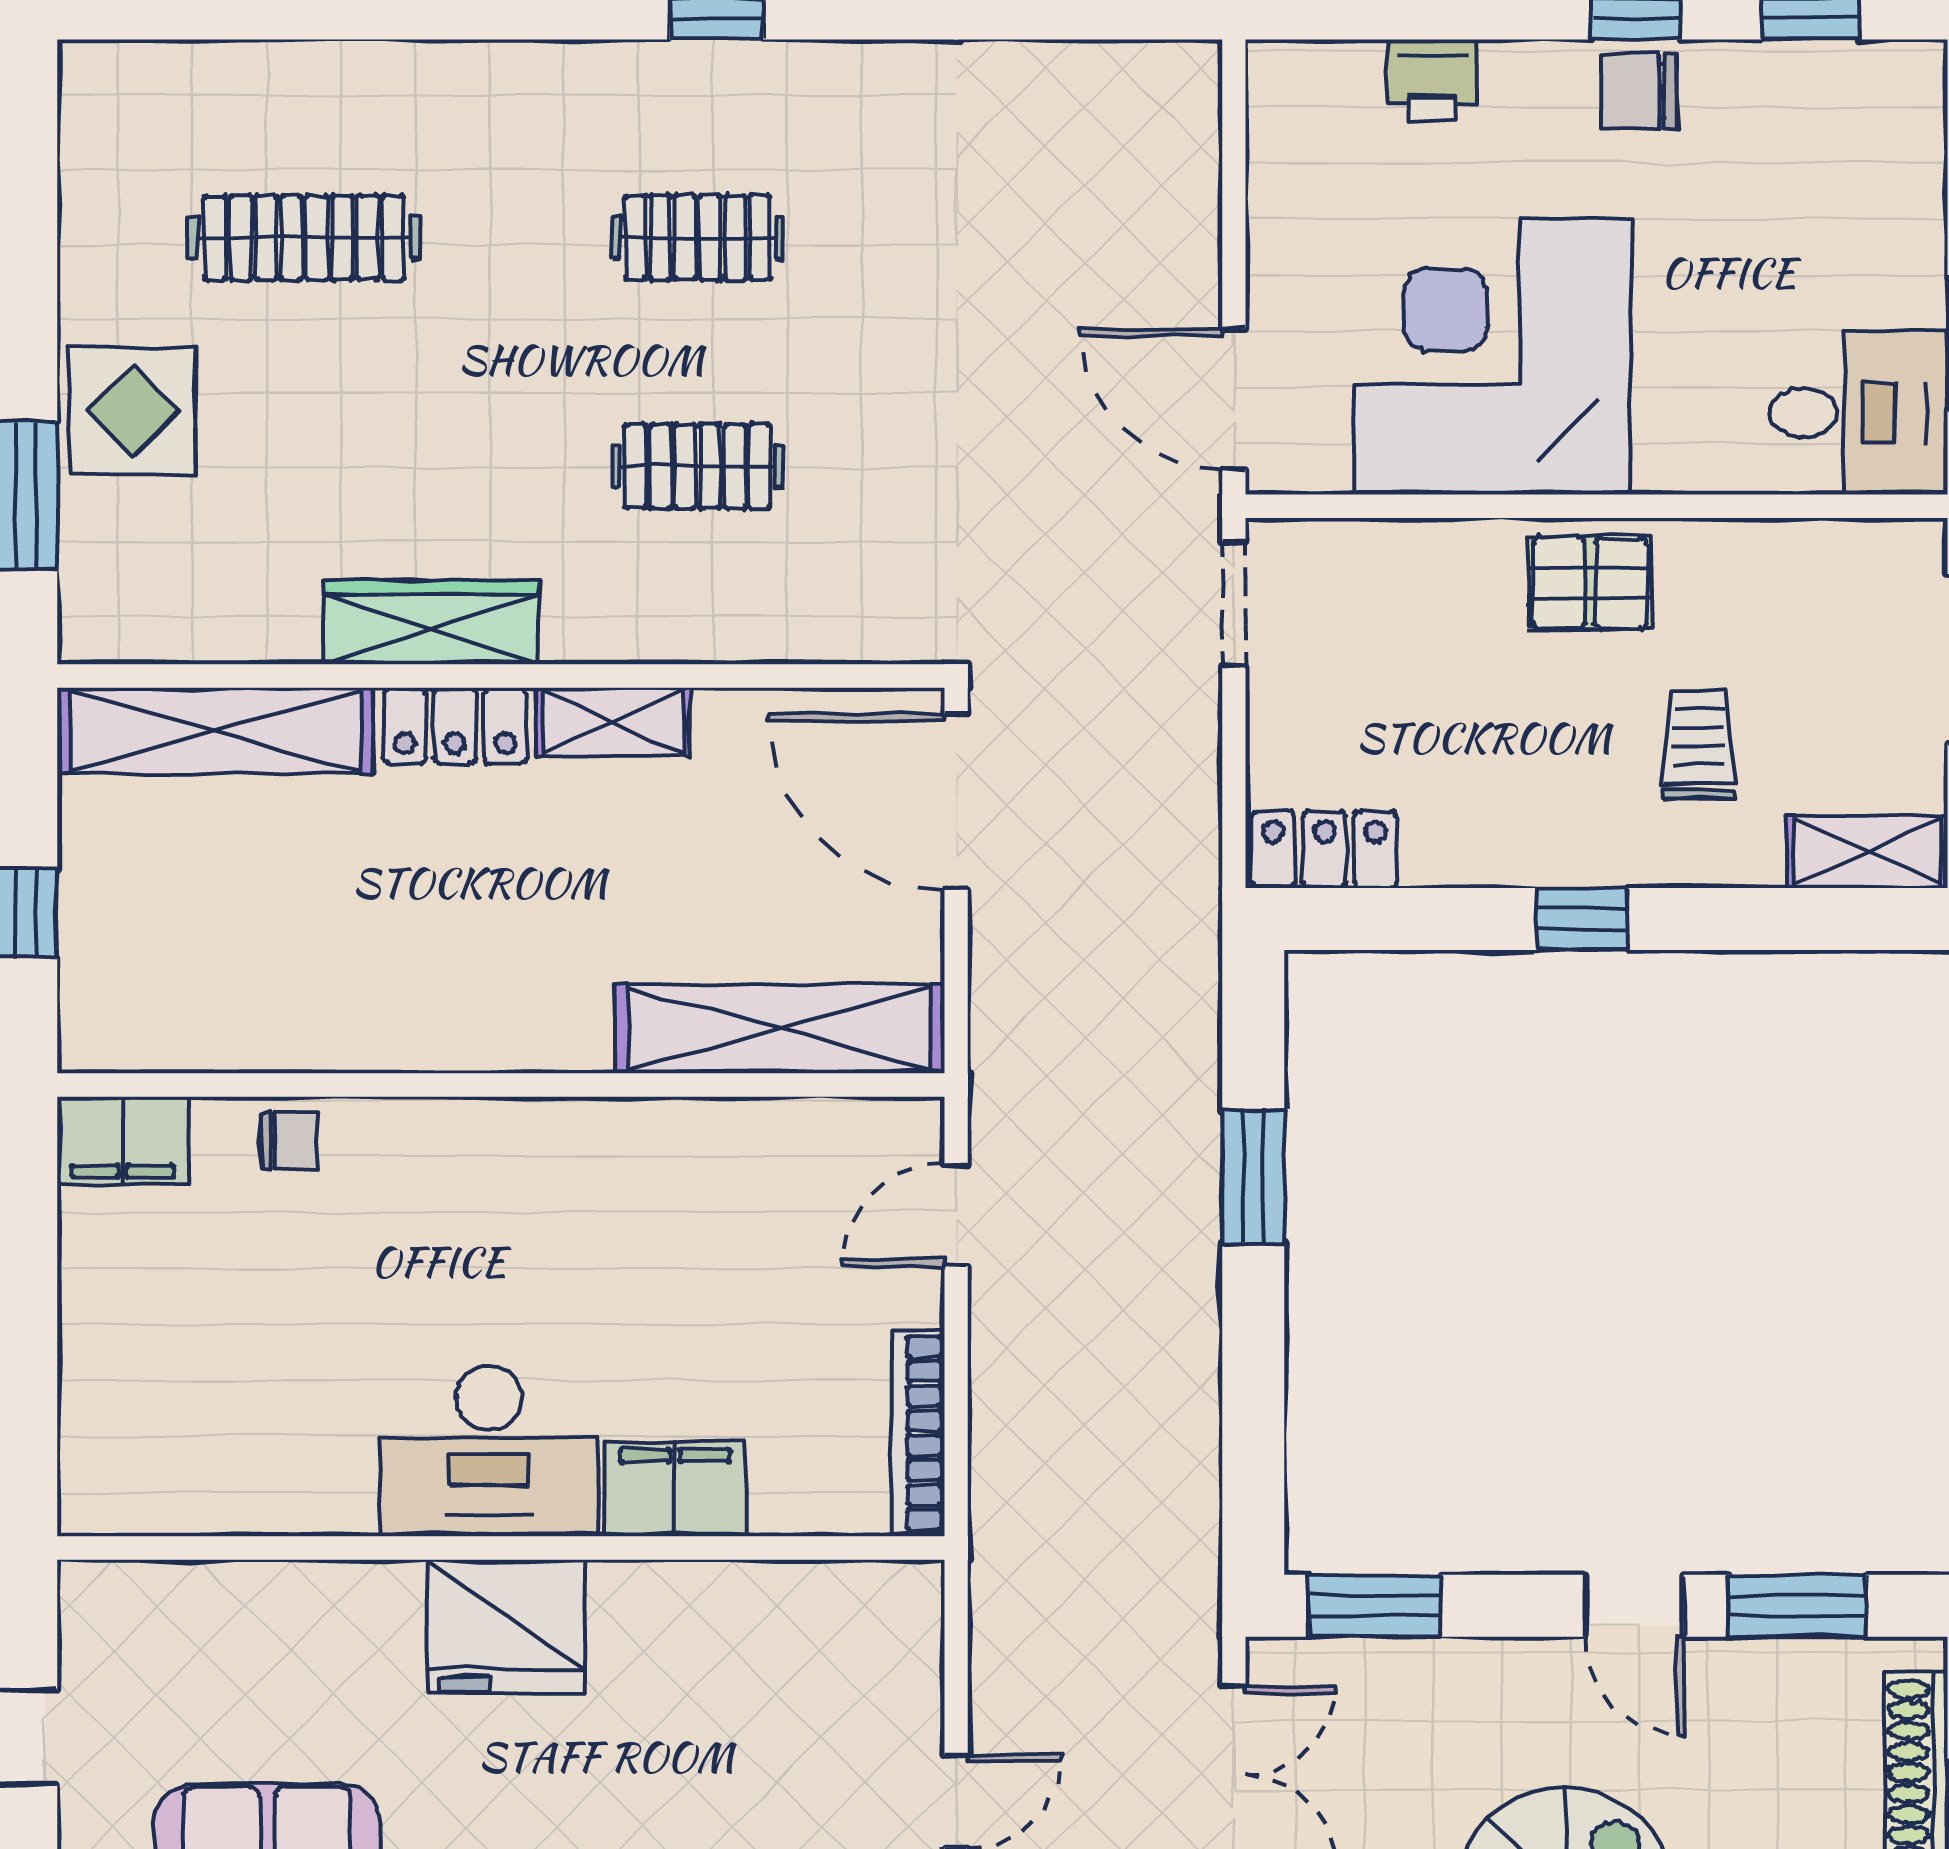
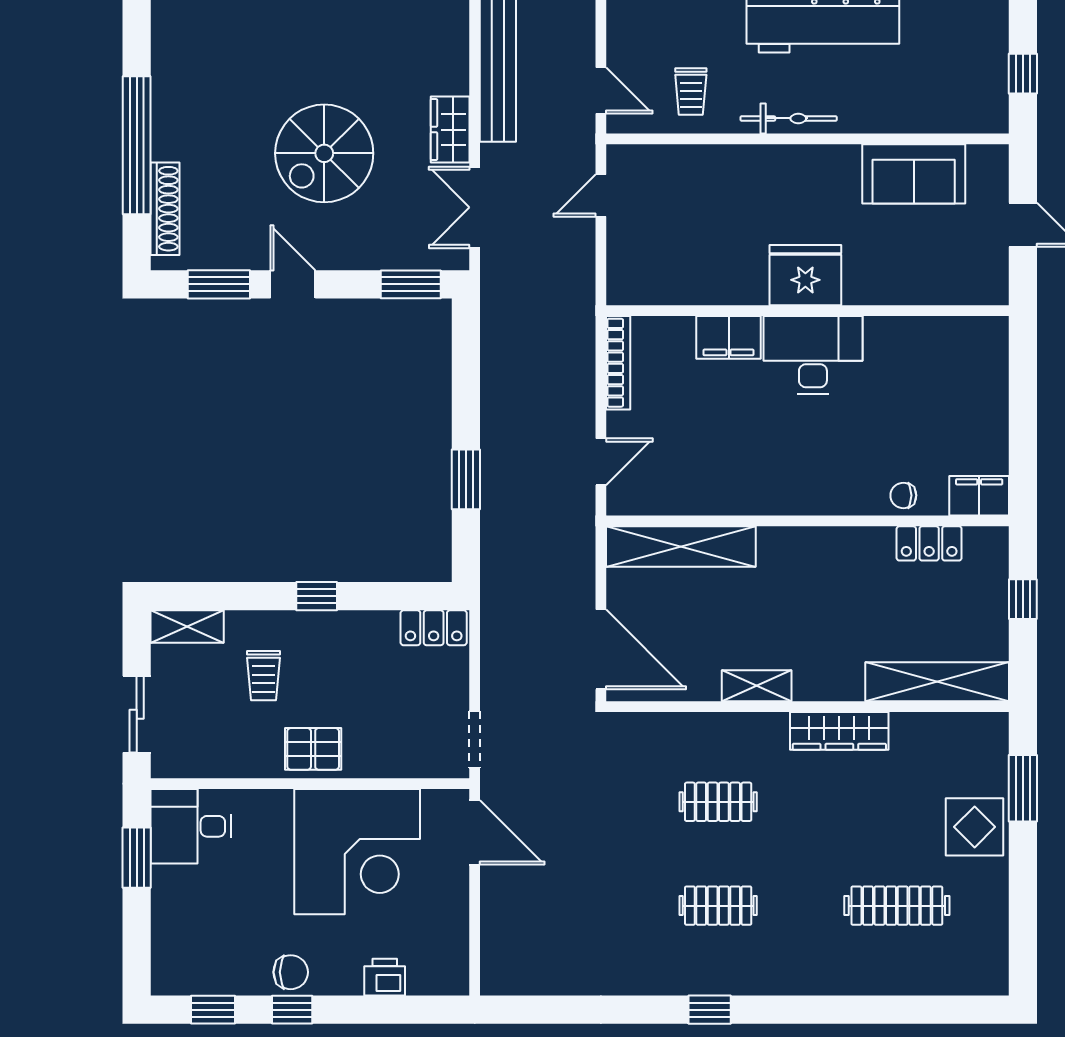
locker: (455, 726) -> (929, 543), moved, turned 180

